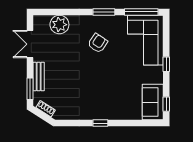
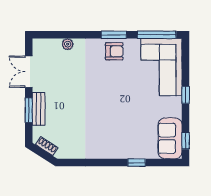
plant: (59, 25) -> (68, 44), width x0.53, depth x0.53
armchair: (98, 43) -> (114, 51), moved, turned 56
window: (30, 89) -> (29, 110), moved
window: (100, 123) -> (137, 163), moved

